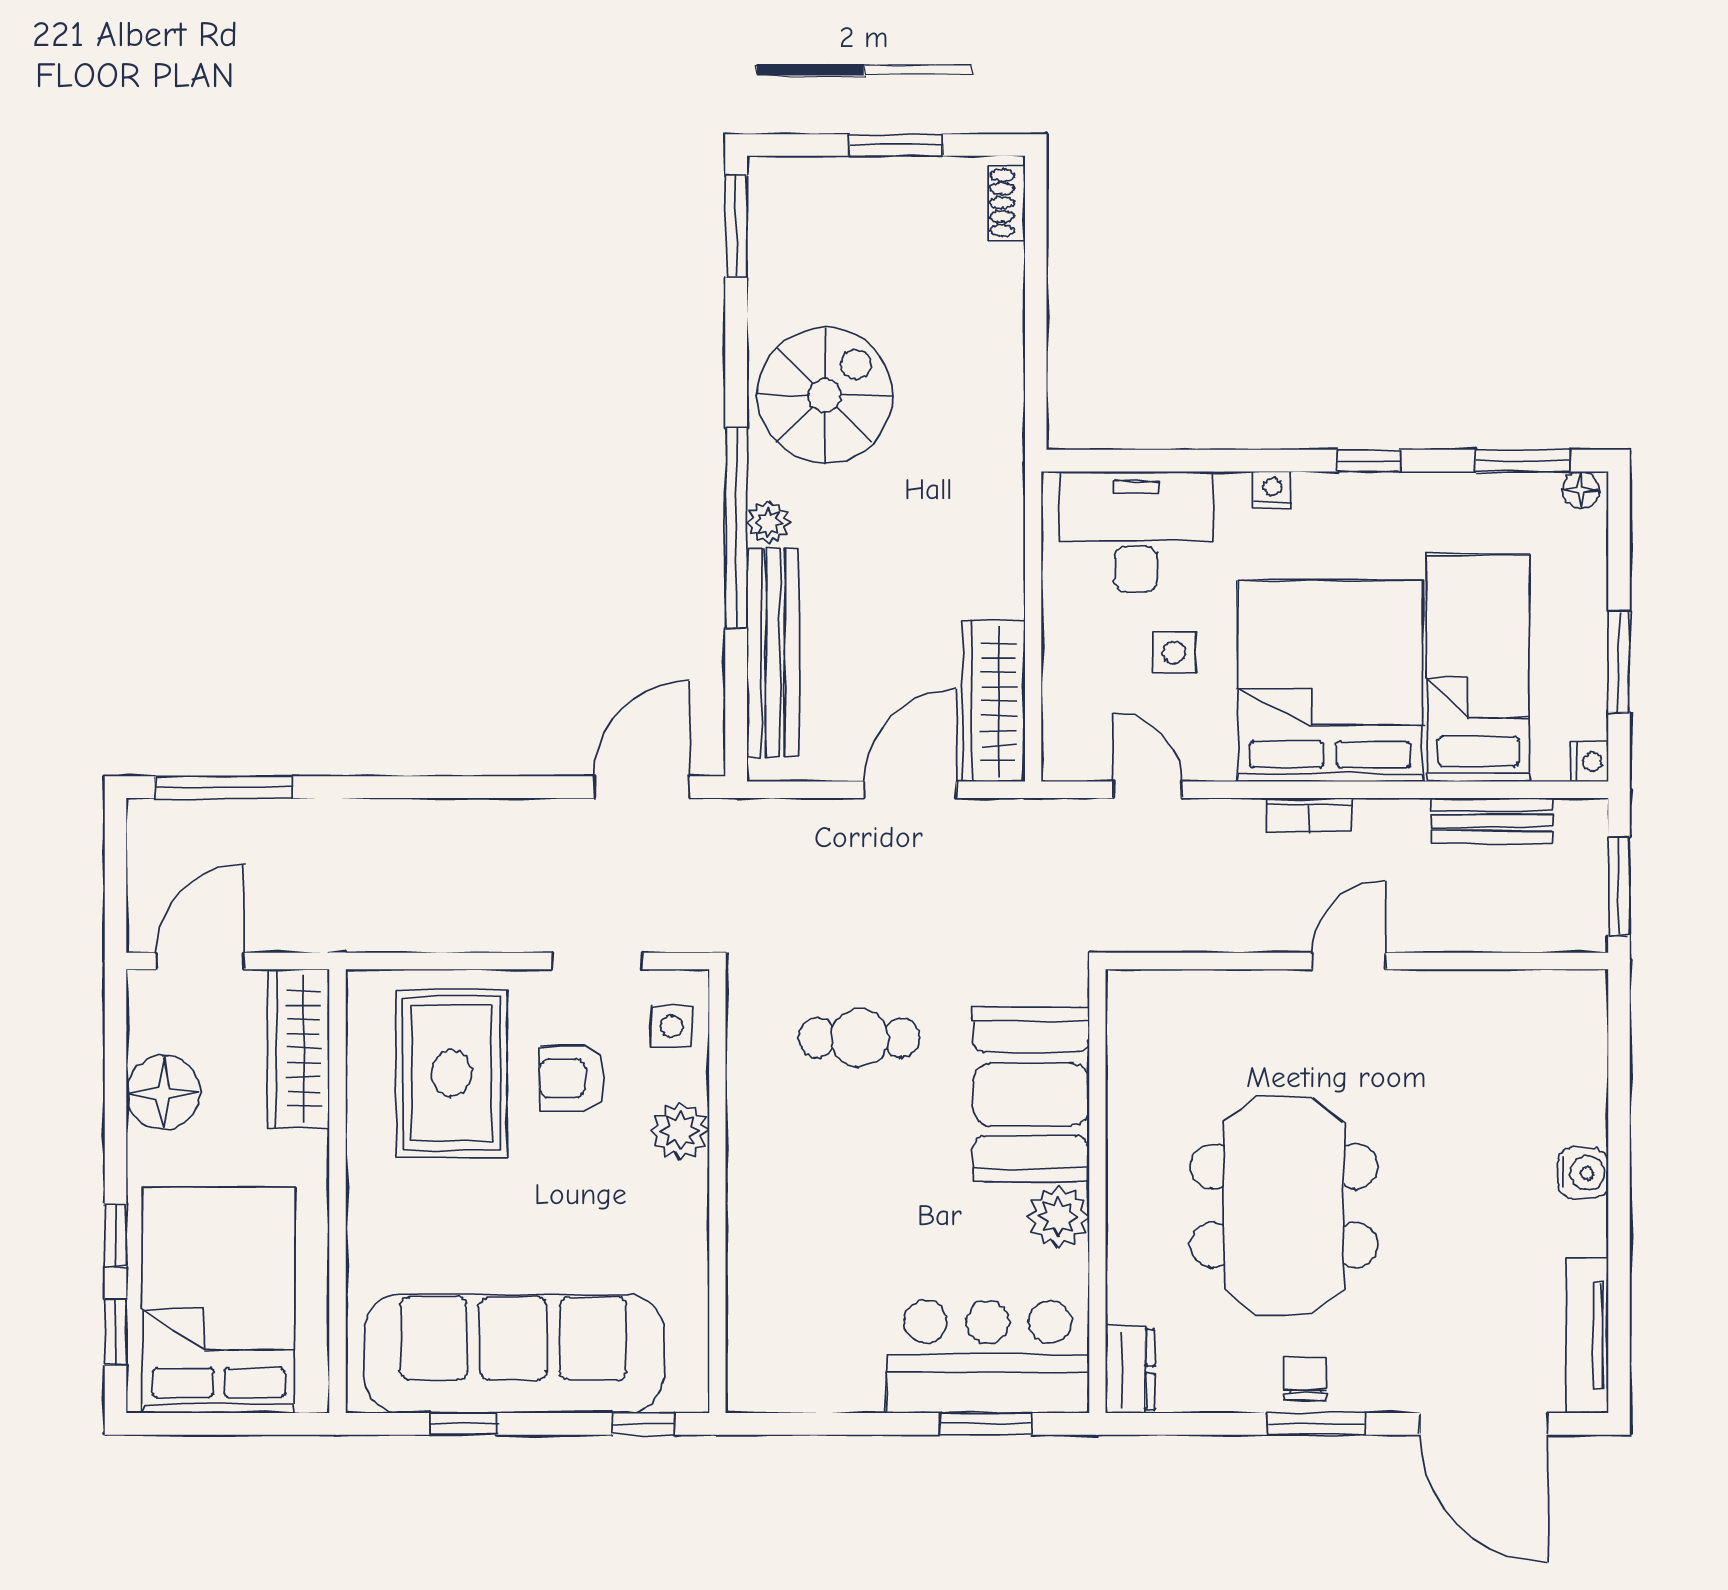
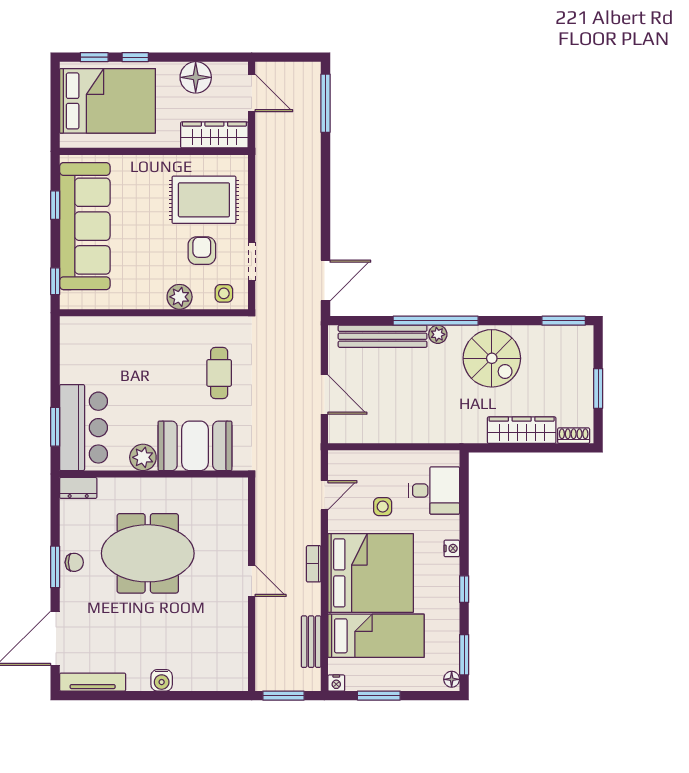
desk: (1136, 532) -> (434, 491), width x0.73
wardrobe: (994, 701) -> (522, 430), moved
door: (642, 787) -> (325, 280), hinge flipped

